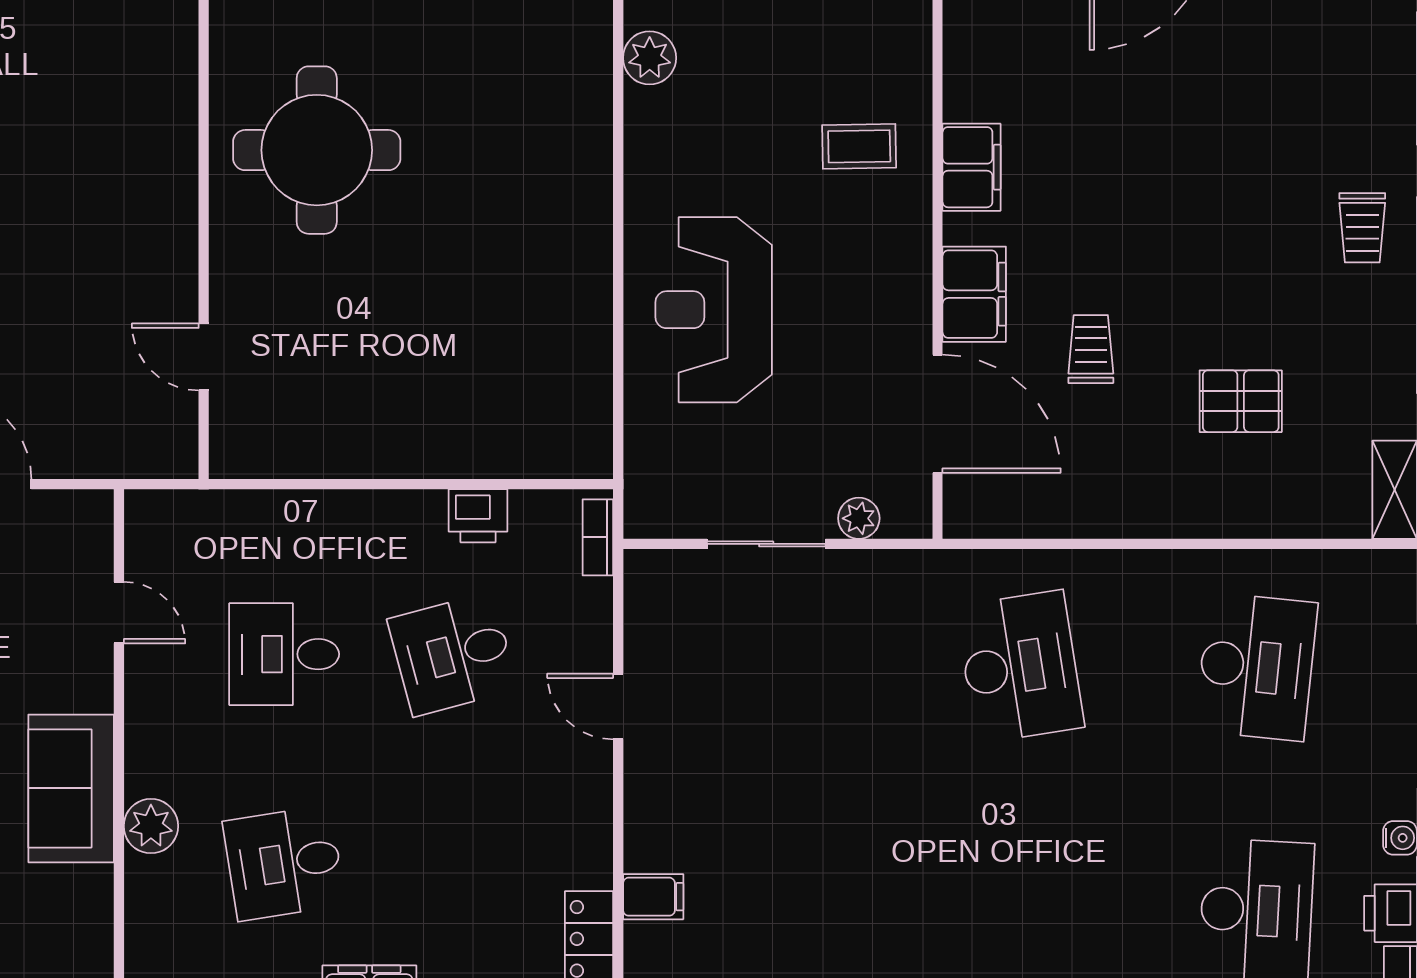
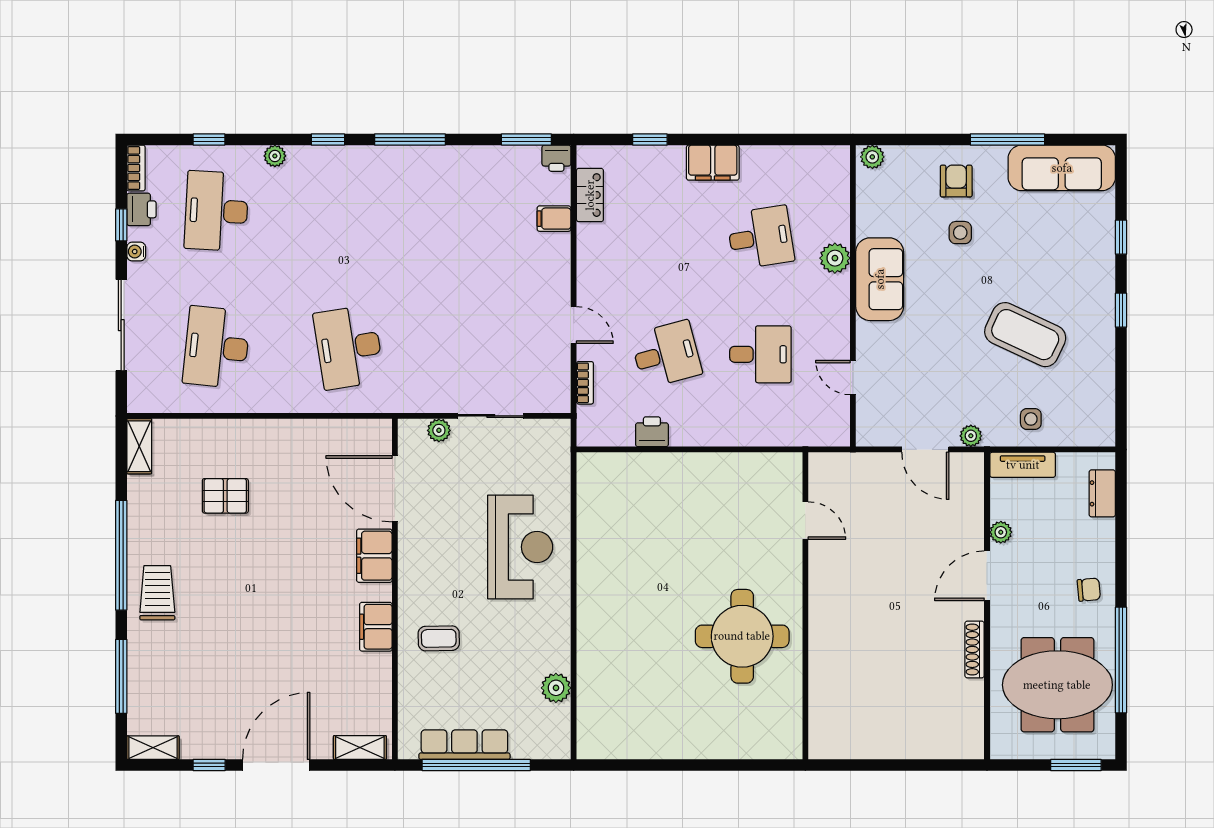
trolley: (1362, 228) -> (157, 593), width x1.36, depth x1.39
trolley: (1091, 349) -> (309, 525), removed
bookcase: (598, 537) -> (585, 383), moved

